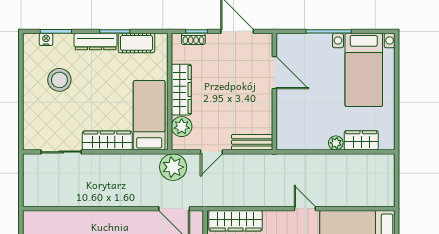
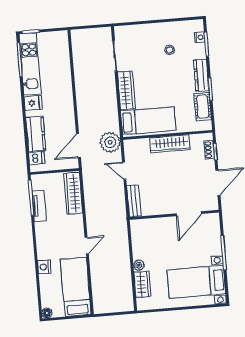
stool: (59, 80) -> (170, 50), width x0.53, depth x0.53
plant: (182, 127) -> (142, 146), removed

